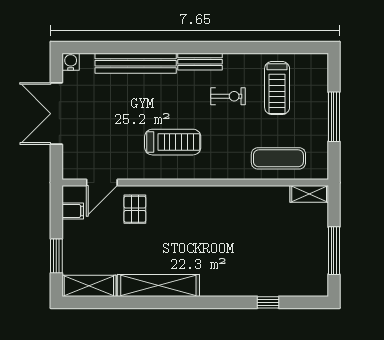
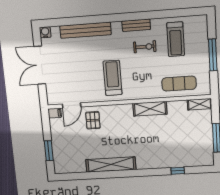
bench: (200, 62) -> (136, 25), moved
treadmill: (173, 142) -> (113, 78), turned -90
filing cabinet: (73, 211) -> (55, 113), moved
shelving: (89, 286) -> (150, 109), moved

